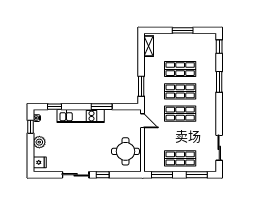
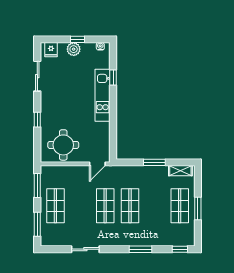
shop shelf: (180, 69) -> (180, 206), moved
window: (141, 86) -> (154, 162), moved
window: (55, 107) -> (113, 77), moved
window: (102, 107) -> (113, 118), removed
window: (31, 127) -> (77, 39), moved
sliding door: (219, 148) -> (85, 249), moved
sliding door: (76, 175) -> (37, 76), moved

